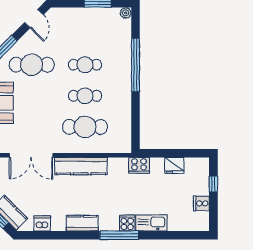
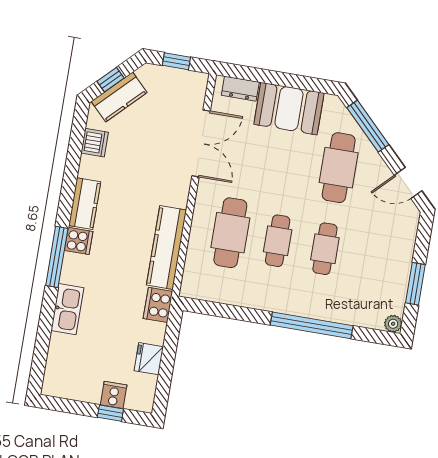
double door: (31, 155) -> (201, 143), swing flipped
kitchen counter: (81, 166) -> (166, 248), moved
cooker: (201, 203) -> (114, 395), moved
cooker: (127, 223) -> (79, 241), moved

